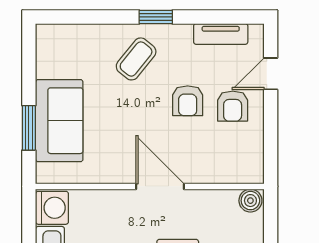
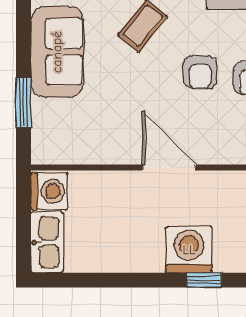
sofa: (59, 121) -> (57, 52), moved

